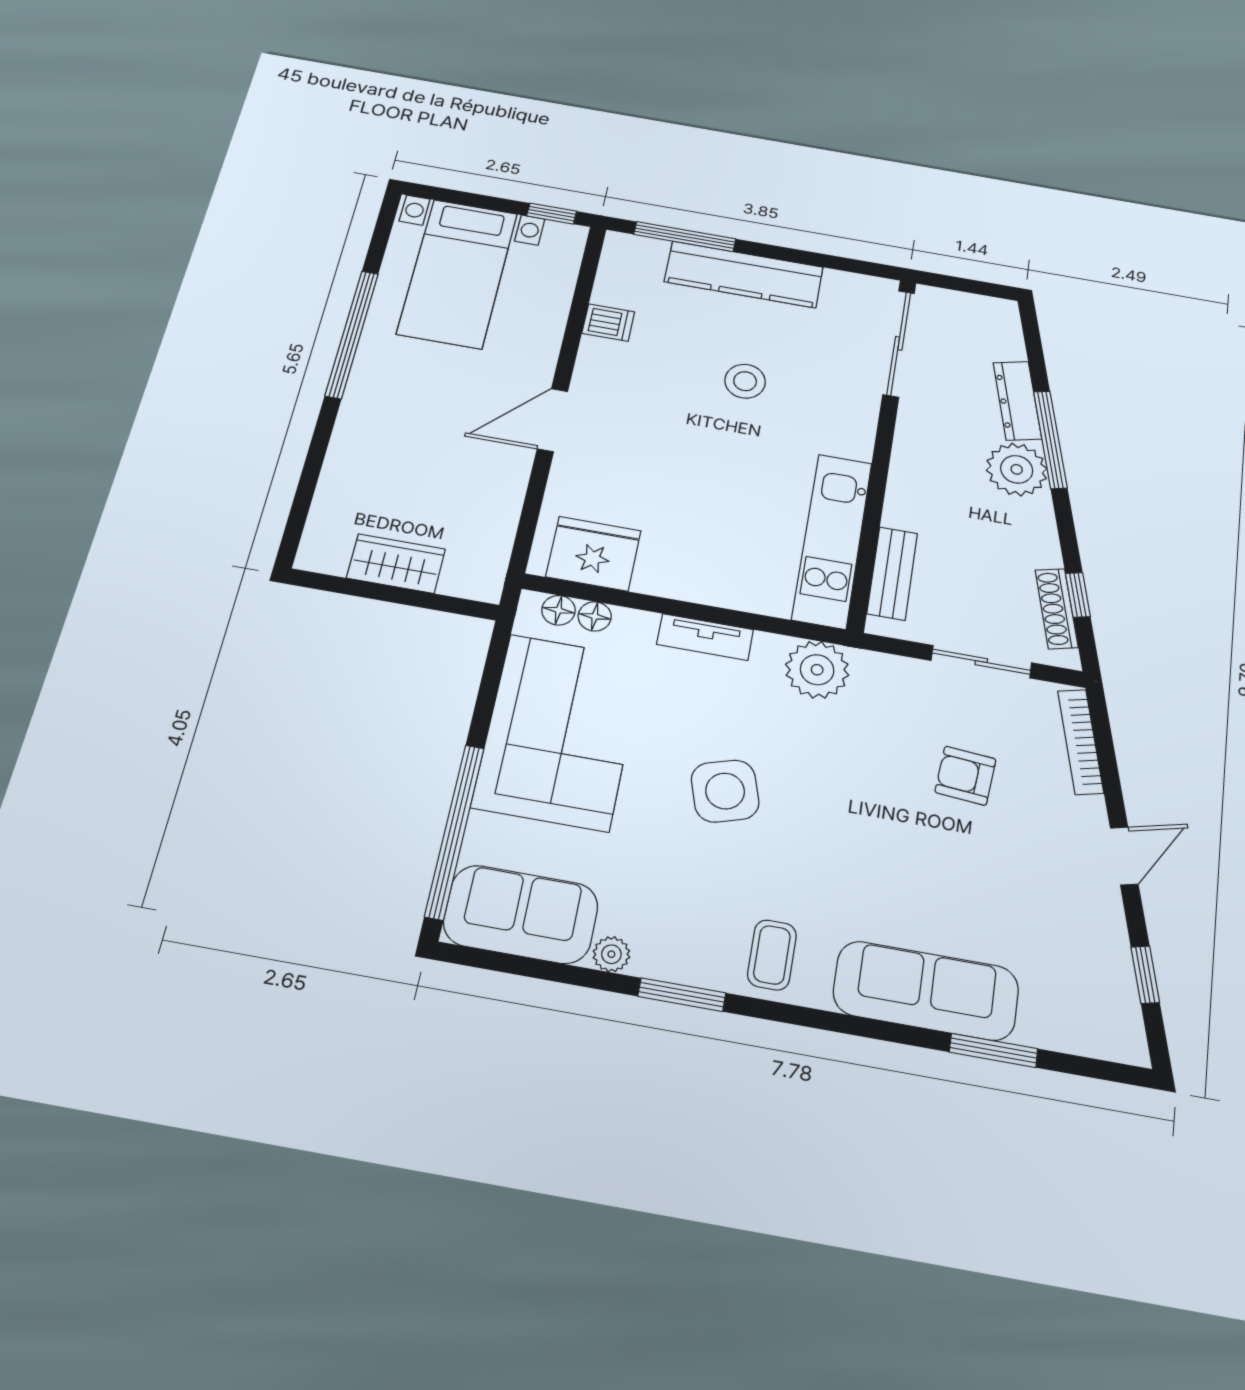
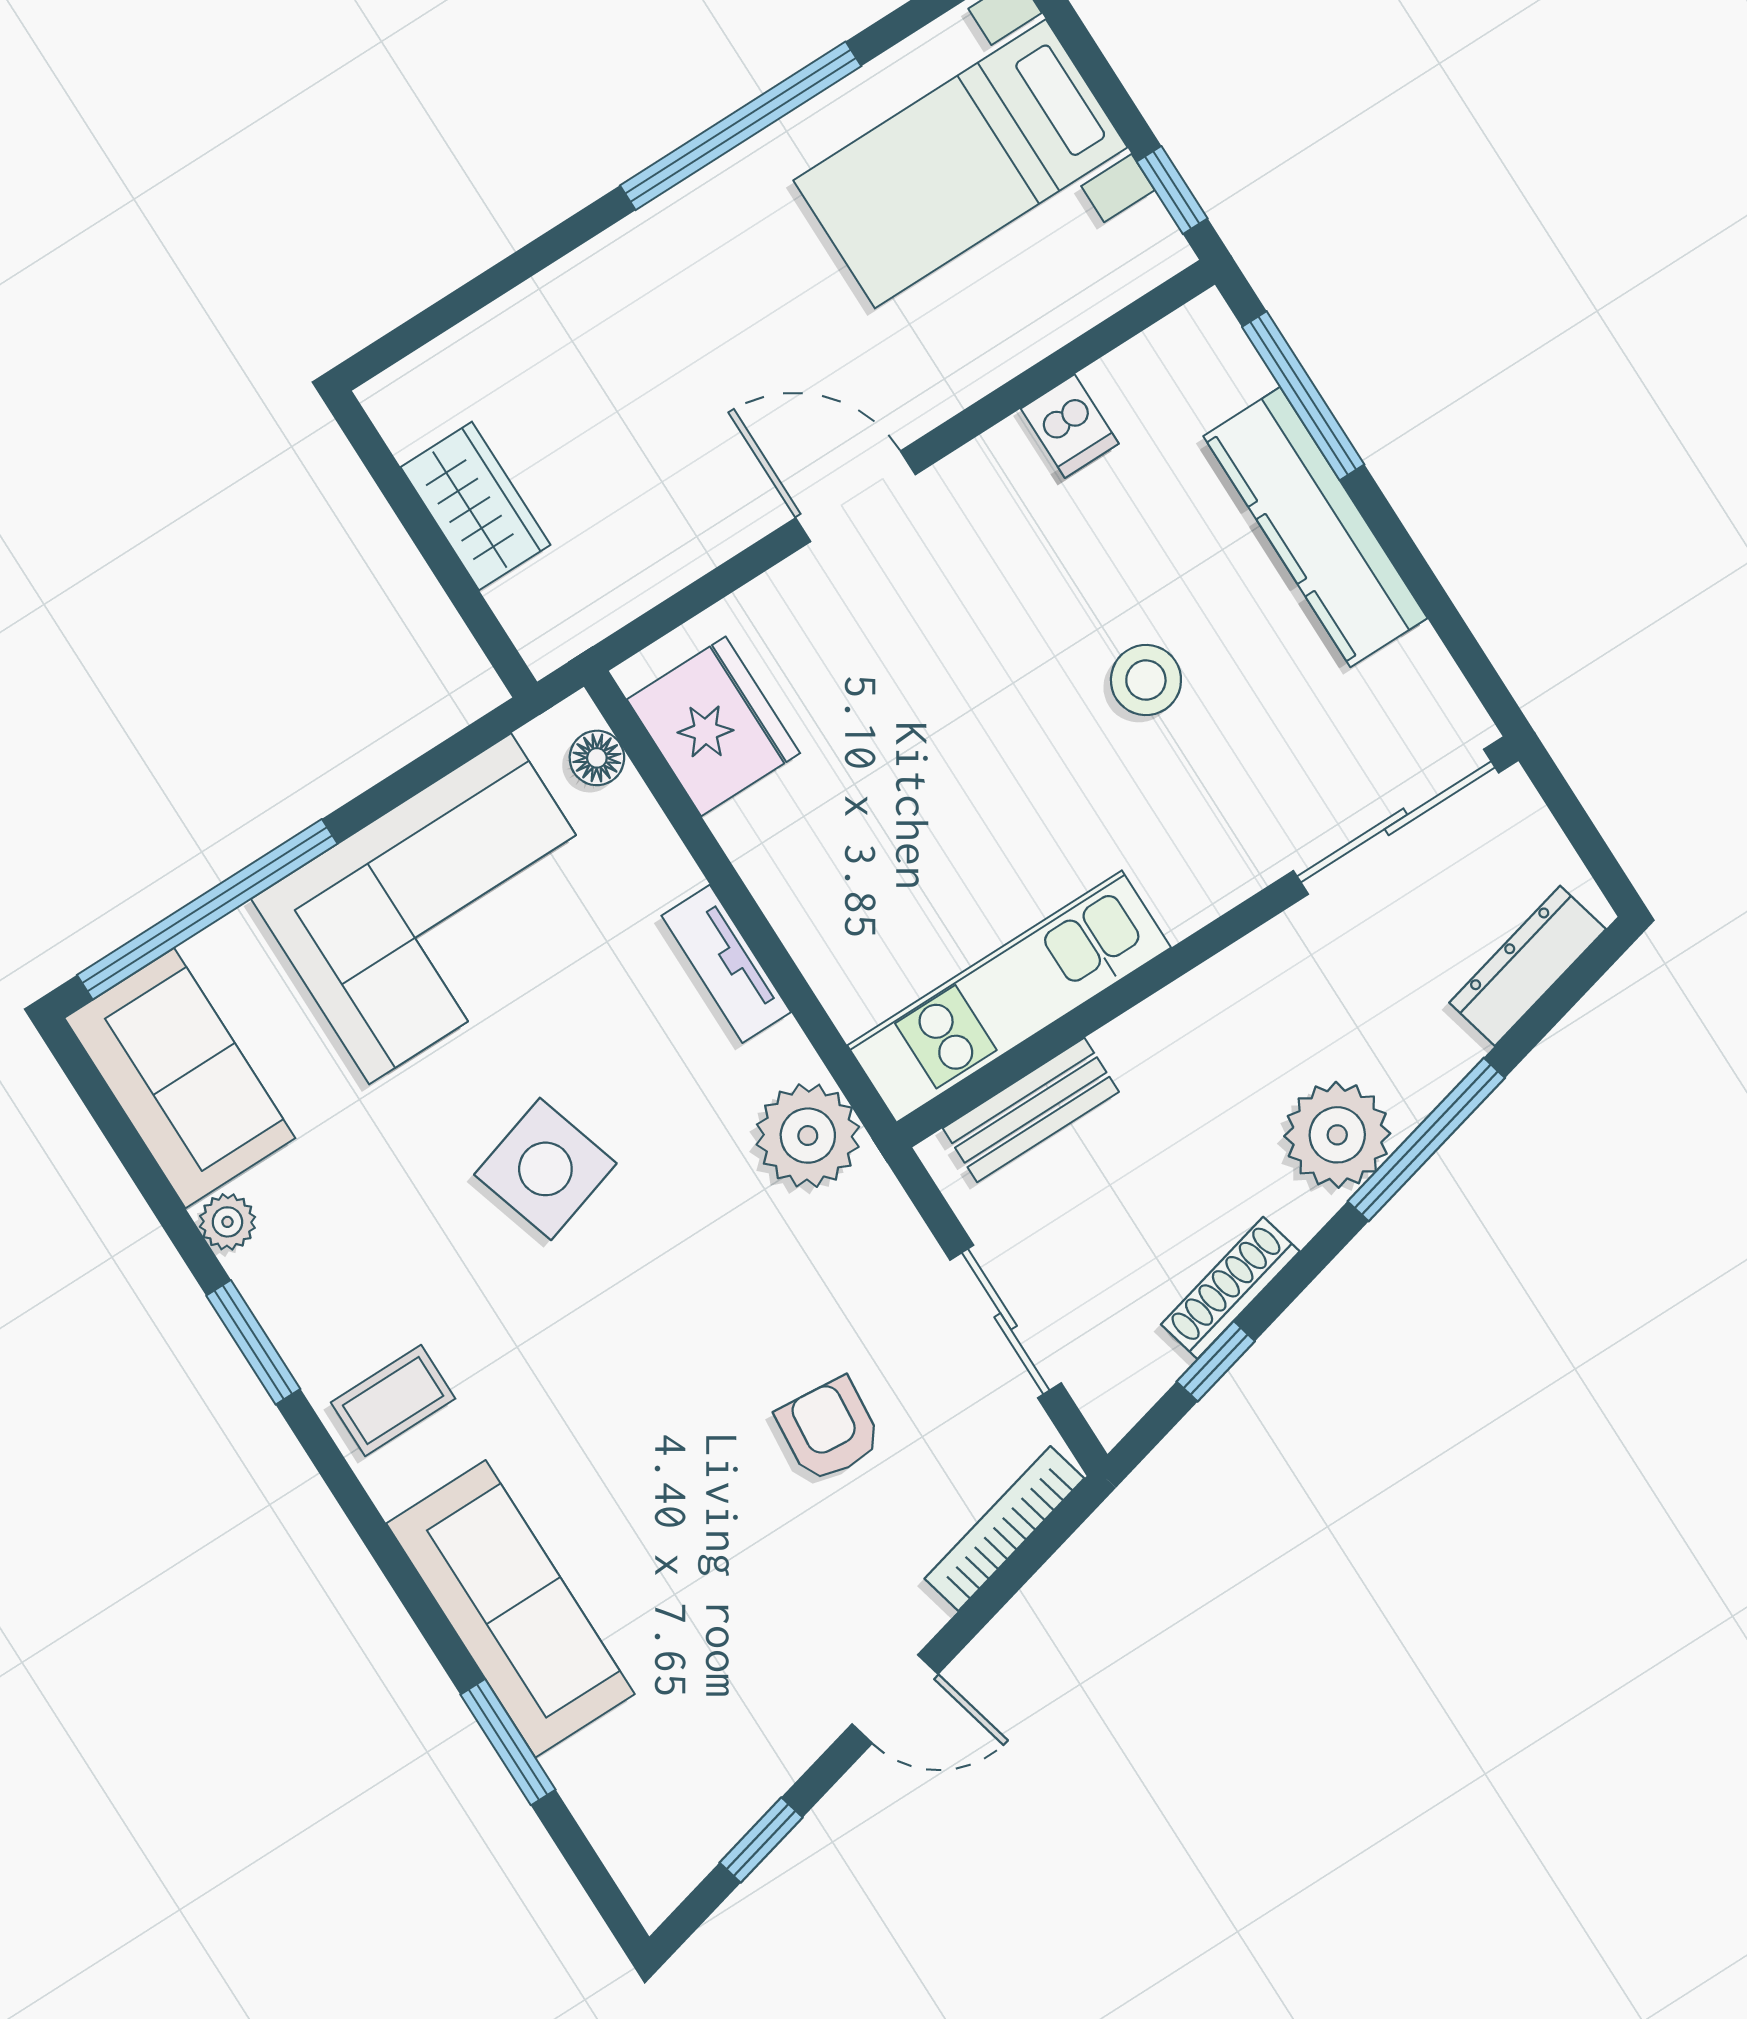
dresser: (1017, 401) -> (1528, 966), moved
shoe rack: (1057, 609) -> (1230, 1288), moved
floor lamp: (595, 616) -> (629, 808), removed

